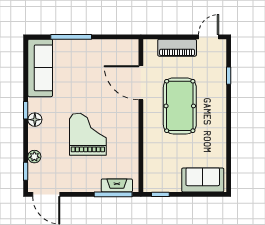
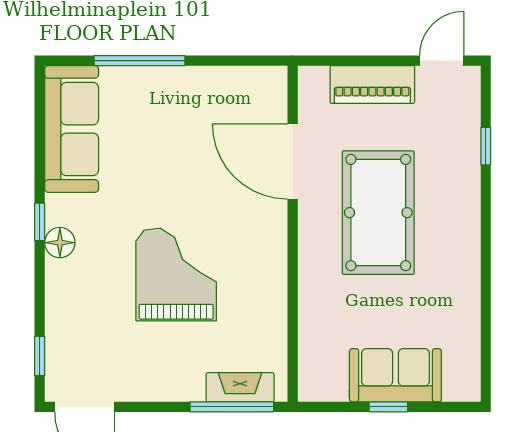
plant: (34, 157) -> (59, 324), removed
sofa: (203, 180) -> (395, 375), moved
window: (160, 194) -> (388, 407), moved

